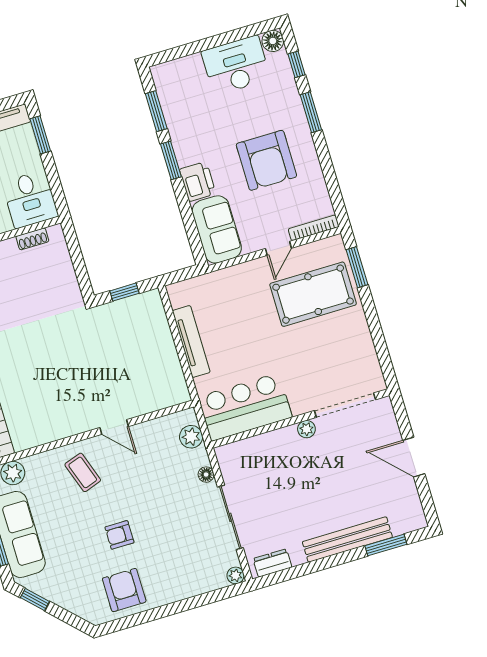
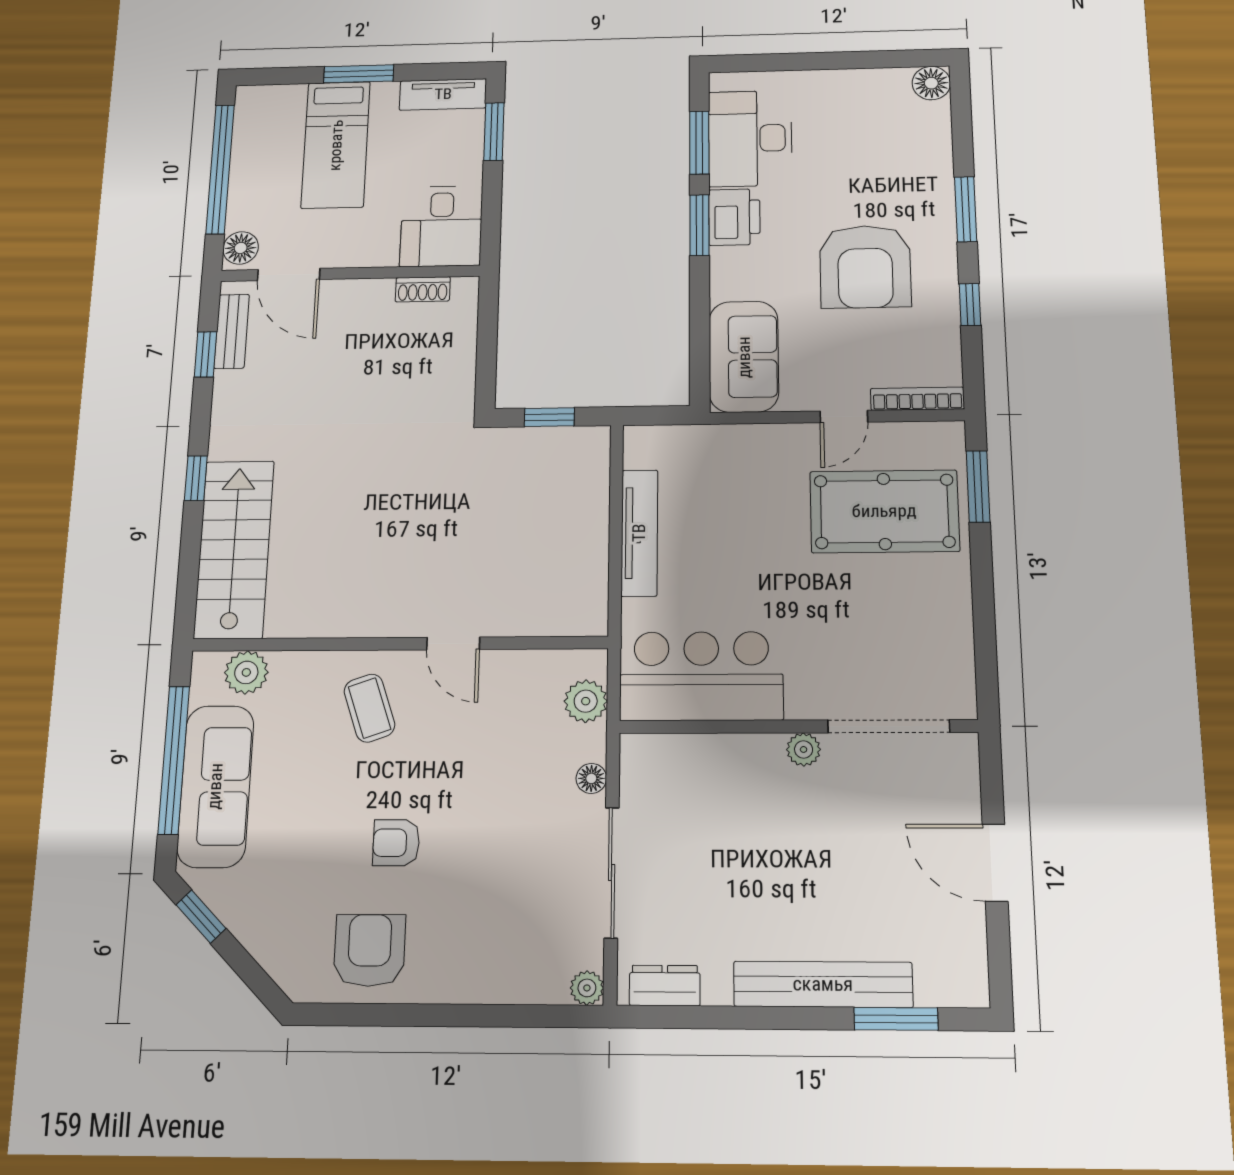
window: (297, 64) -> (970, 305), moved
desk: (236, 65) -> (750, 138), moved, turned -90
printer: (198, 182) -> (734, 217), moved

